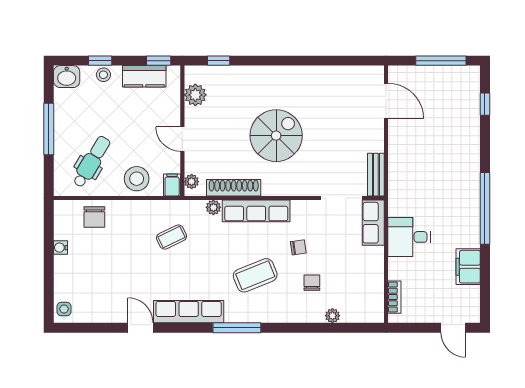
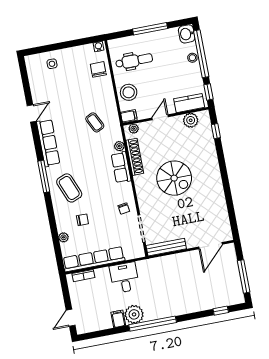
window: (100, 61) -> (201, 54), width x3.17
kitchen counter: (144, 76) -> (189, 103), moved, turned 90
dental chair: (92, 162) -> (134, 61), turned -31
bench: (376, 175) -> (166, 247), width x1.36
row of seats: (256, 211) -> (121, 167), width x0.68
chair: (94, 217) -> (98, 69), turned 90
row of seats: (373, 223) -> (94, 259), moved, width x2.02
plant: (466, 233) -> (134, 314), added
chair: (298, 247) -> (124, 208), moved
water cooler: (61, 248) -> (99, 47), moved
filing cabinet: (468, 267) -> (118, 319), width x0.50
coffee table: (255, 275) -> (69, 188), moved
side table: (64, 309) -> (52, 64), moved

